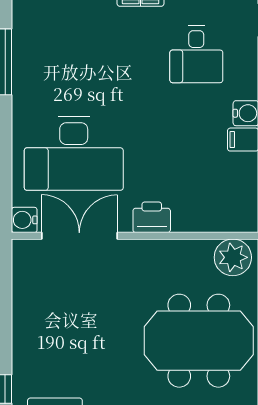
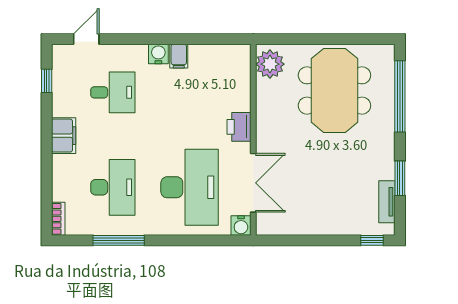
desk: (74, 54) -> (113, 187), added
double door: (79, 236) -> (253, 183), swing flipped

